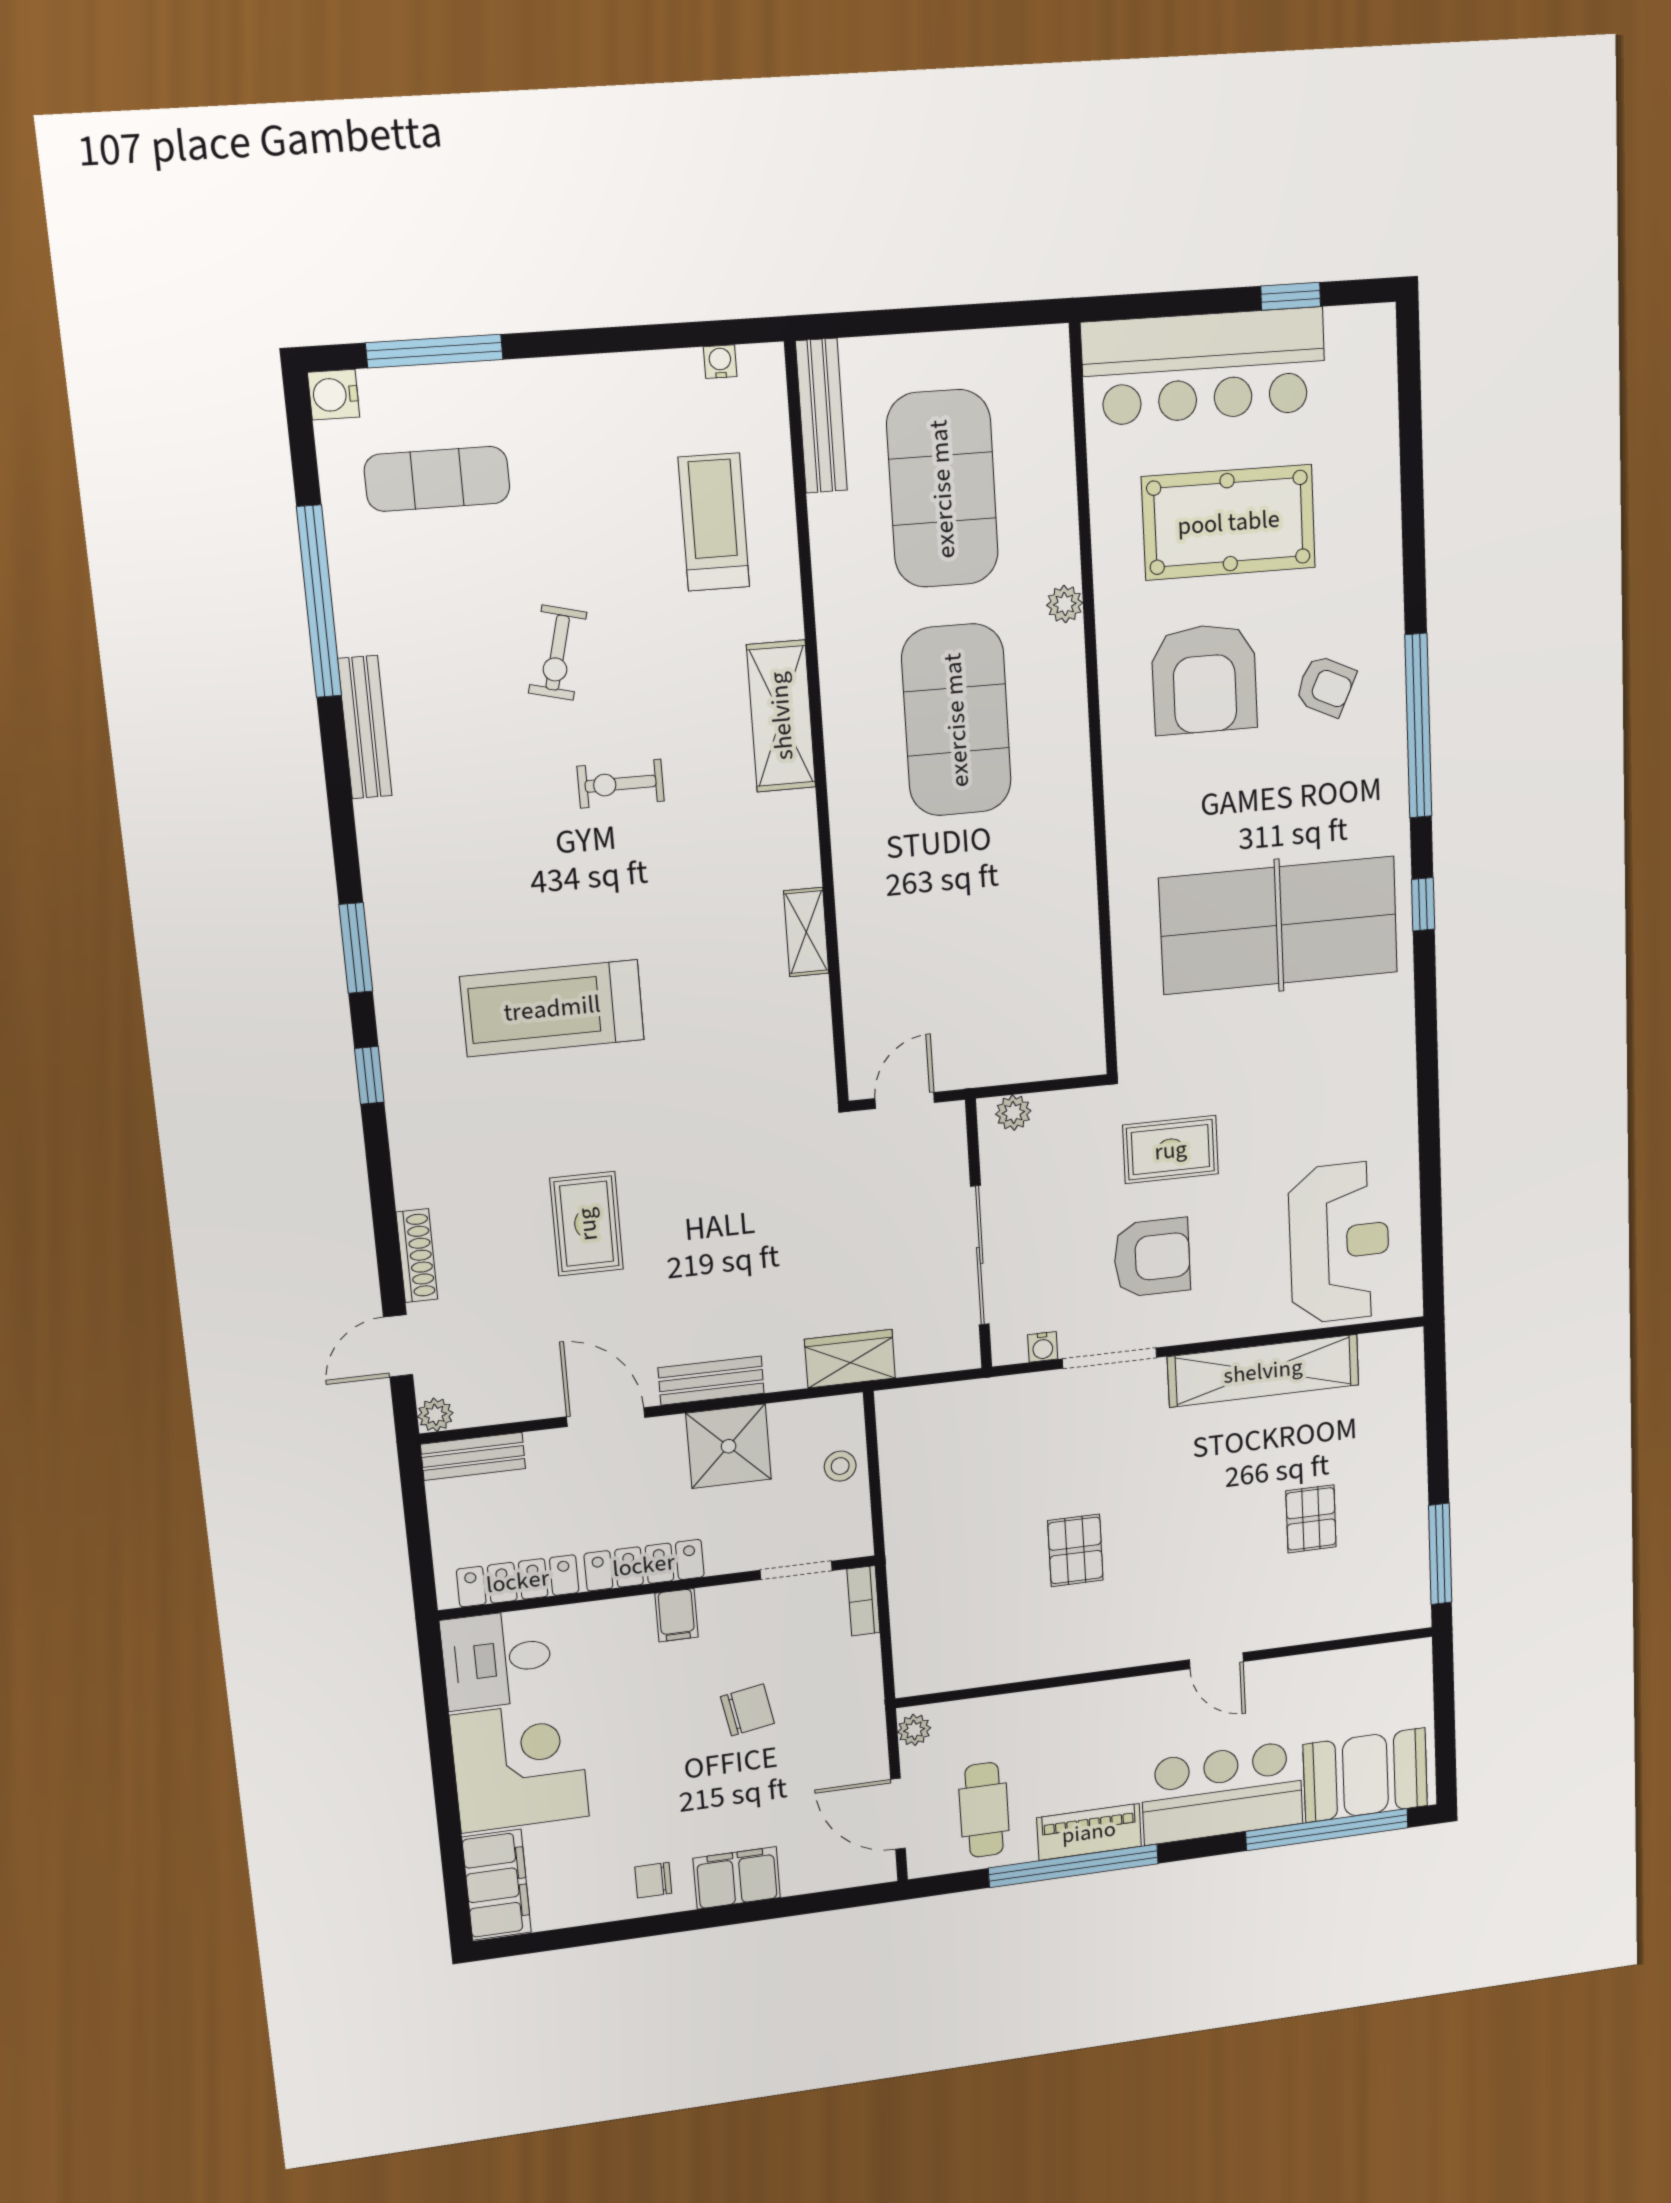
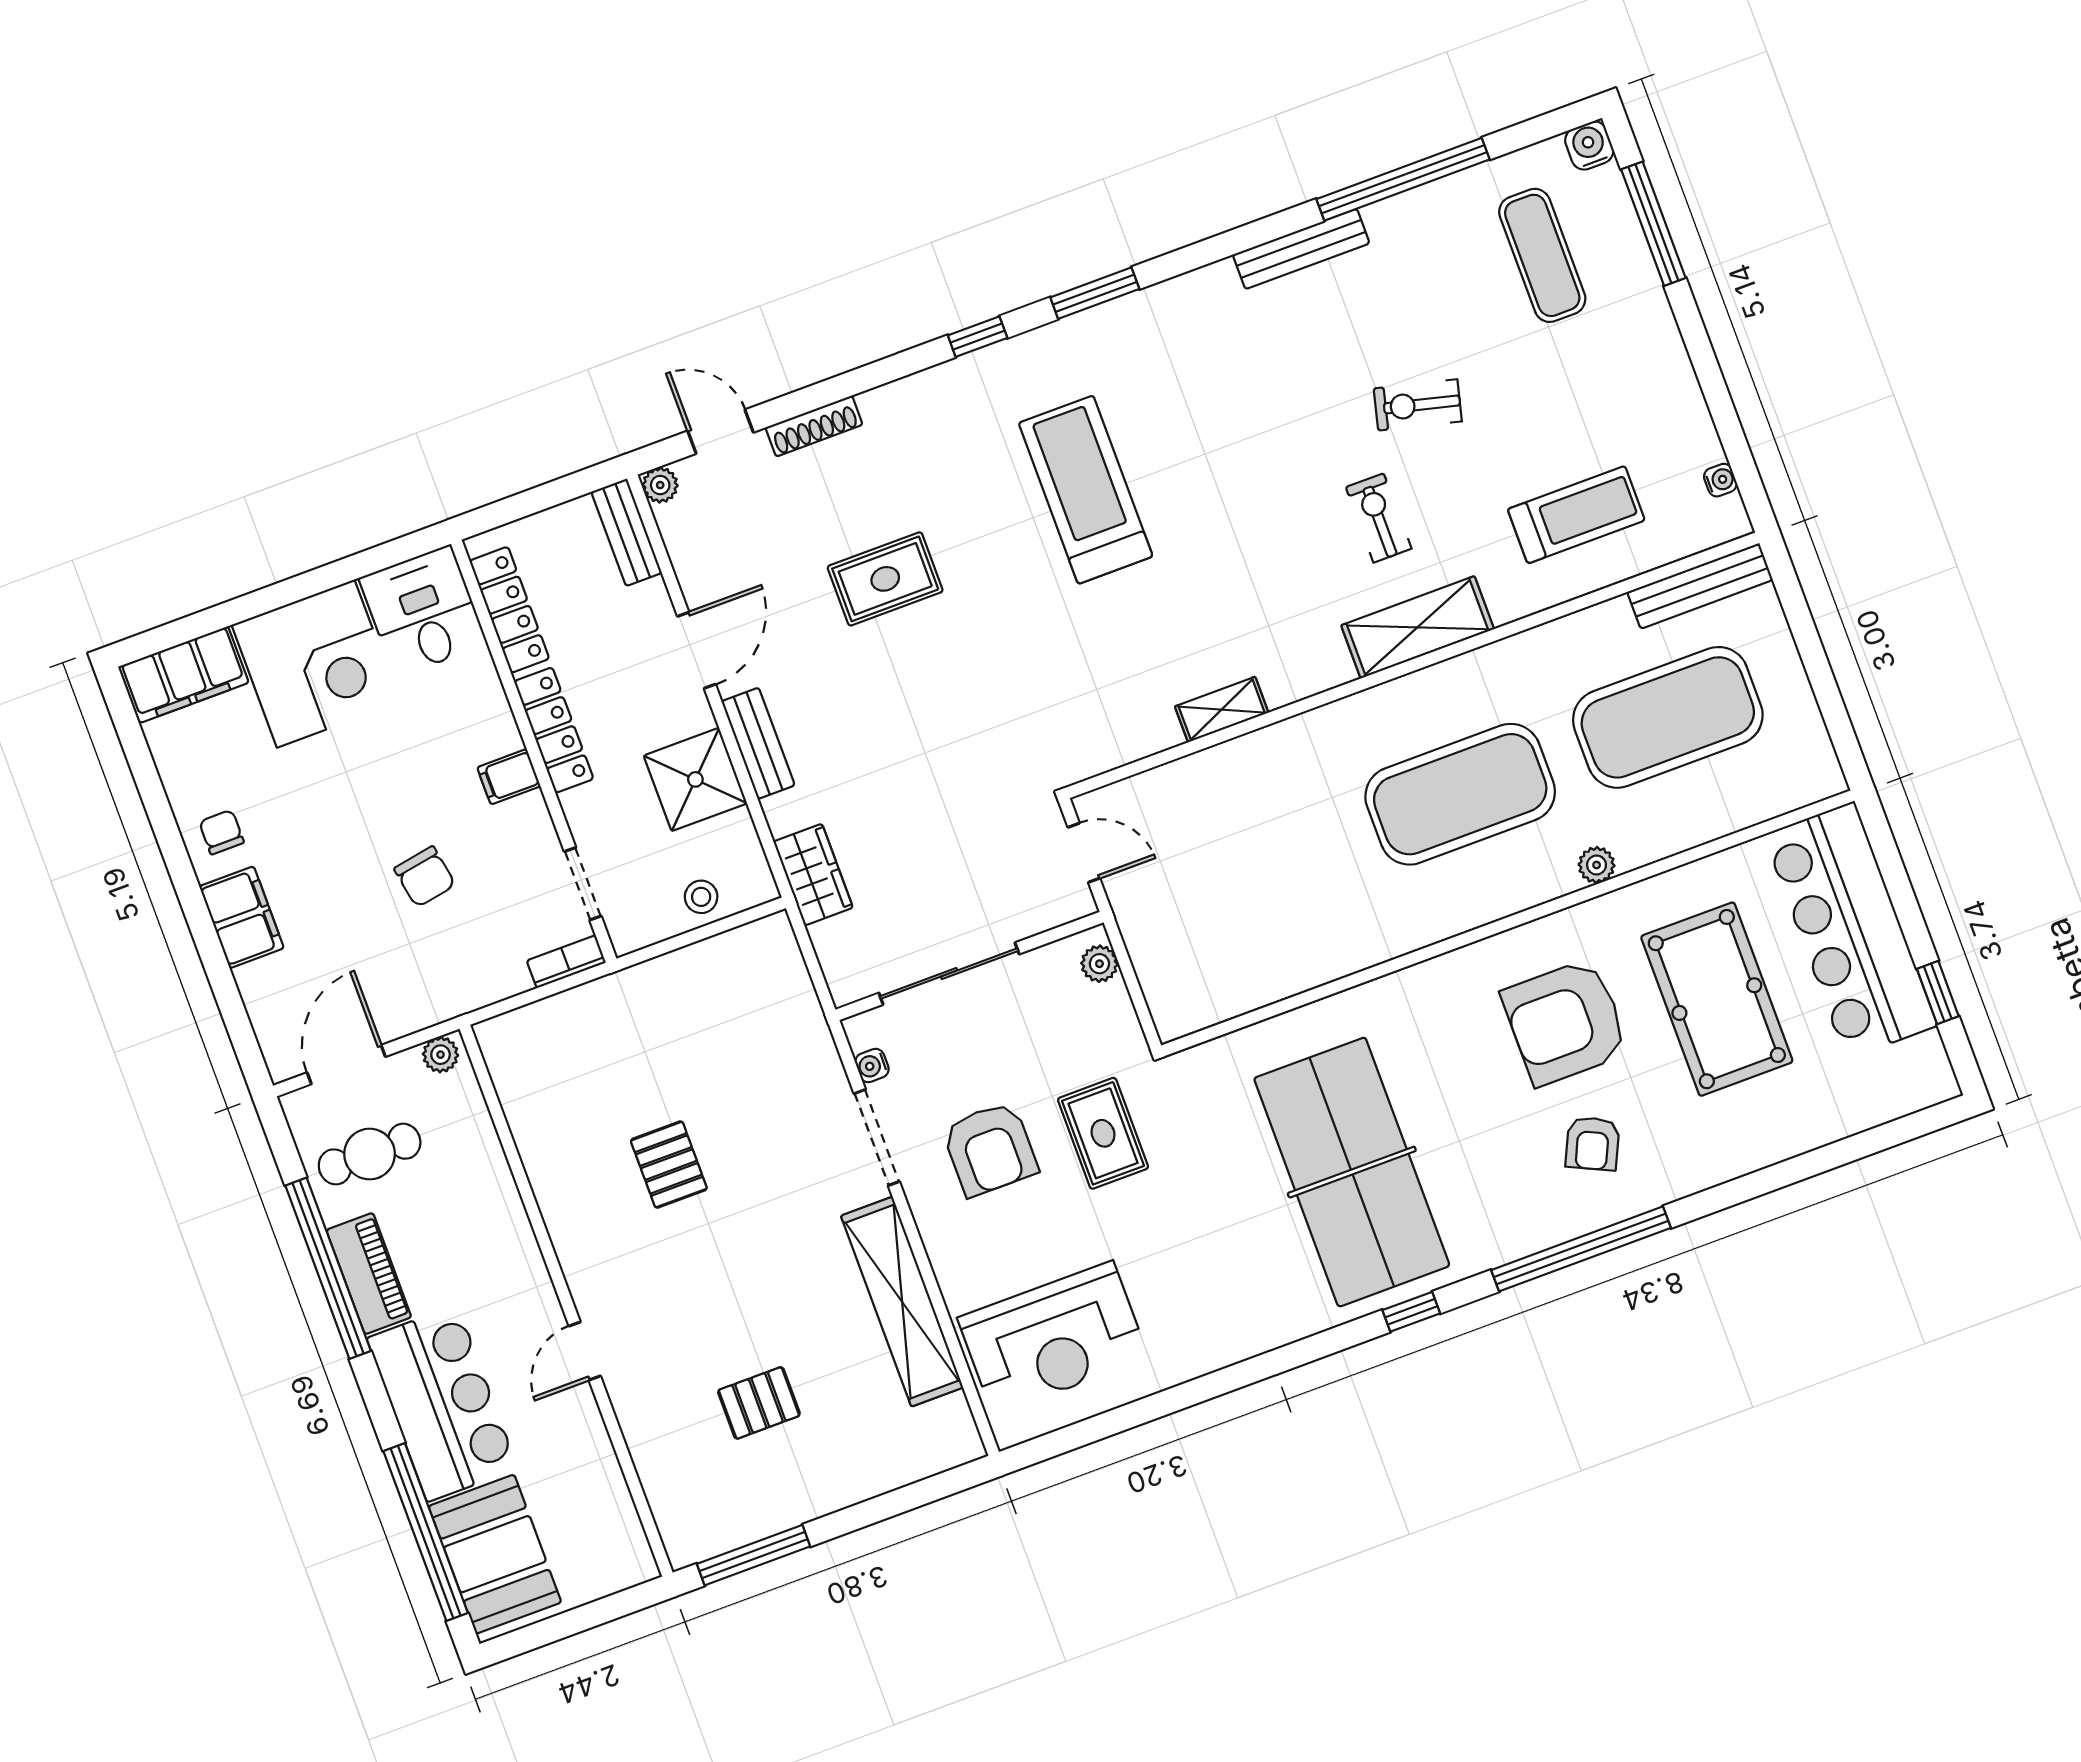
exercise bike: (621, 784) -> (1379, 518), moved
pallet: (1075, 1550) -> (669, 1165), turned 90

